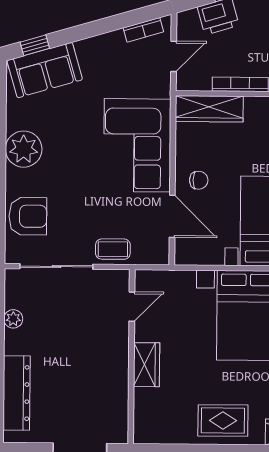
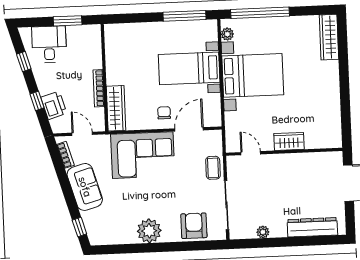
sofa: (45, 70) -> (85, 187), moved
rug: (223, 420) -> (324, 88), removed

